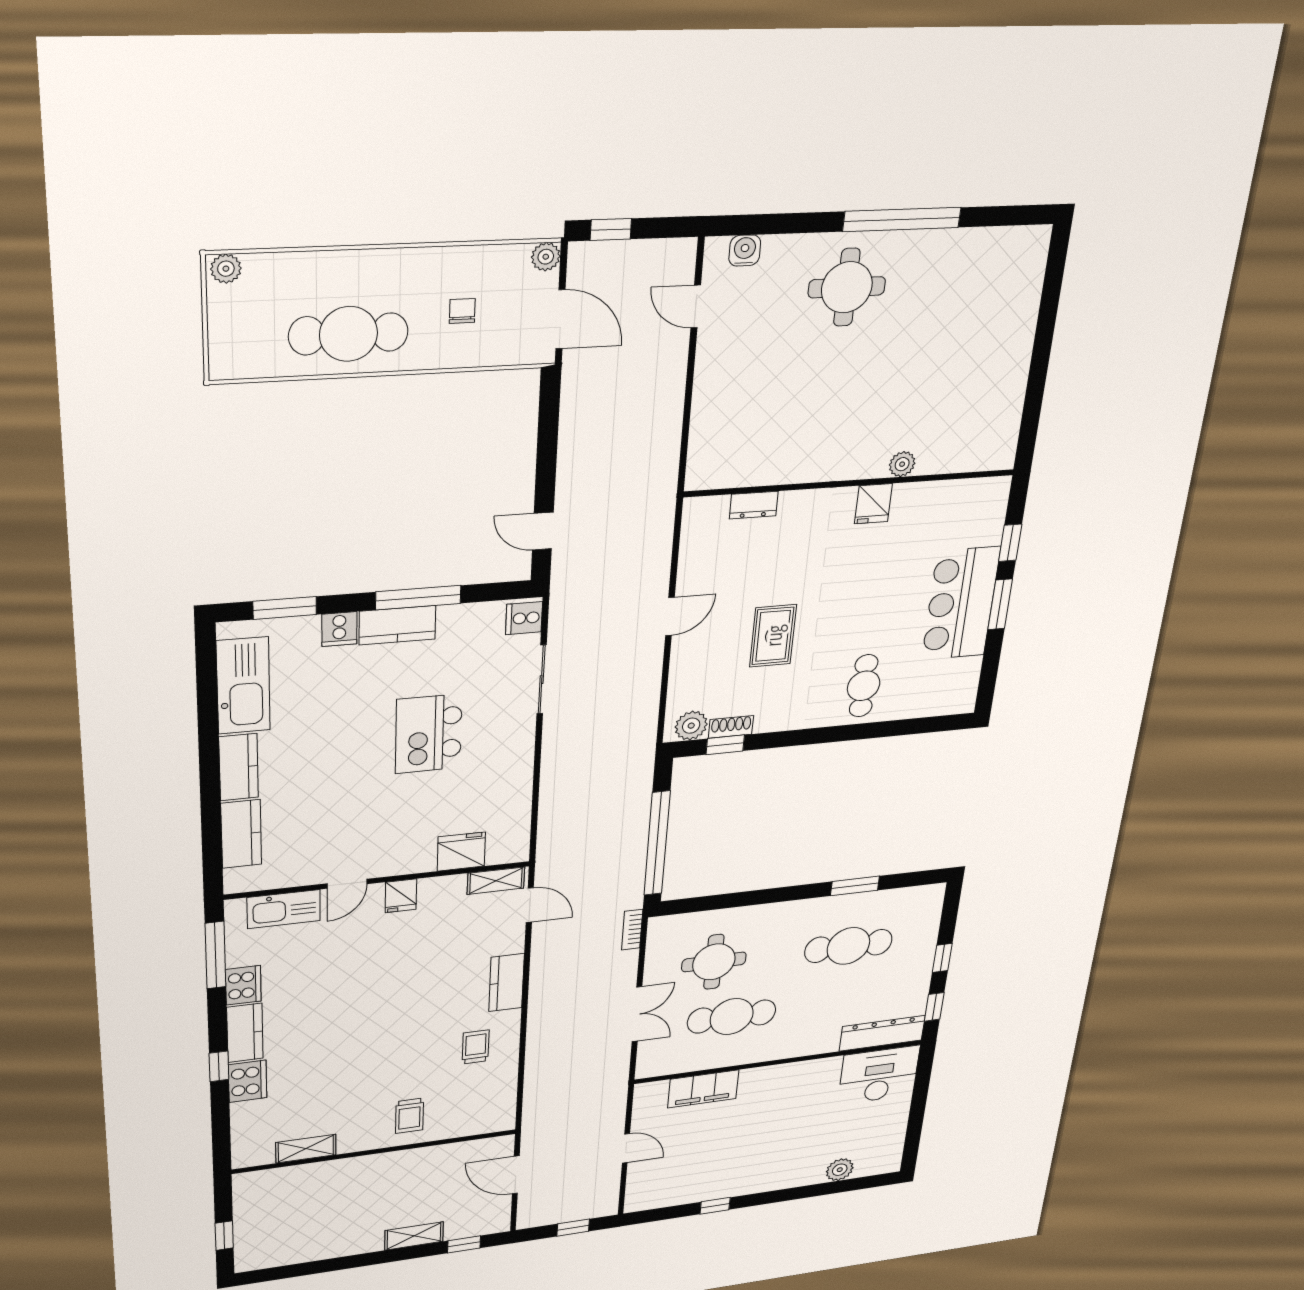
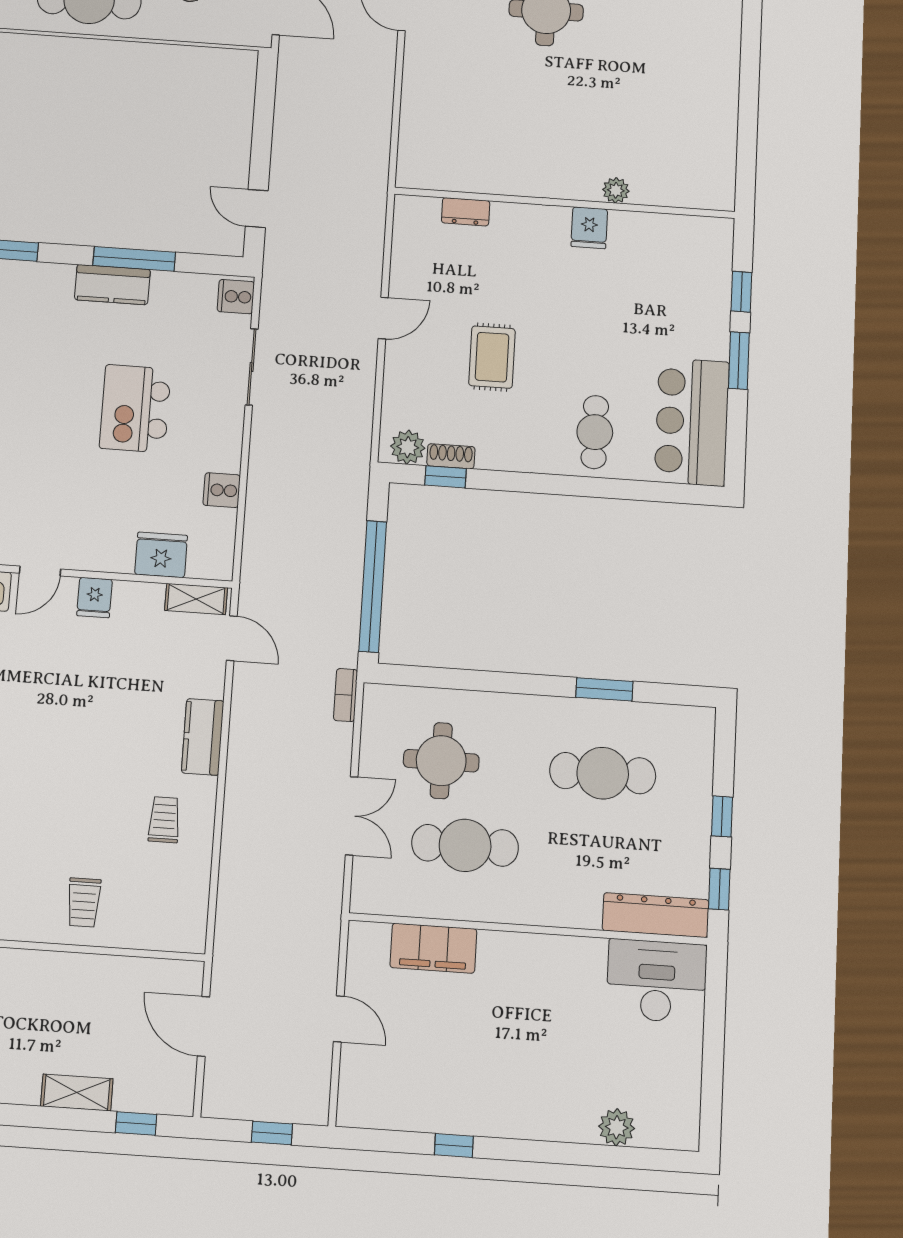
bar counter: (961, 604) -> (692, 422), moved
cooker: (339, 629) -> (222, 490), moved, turned 90

